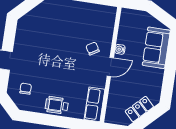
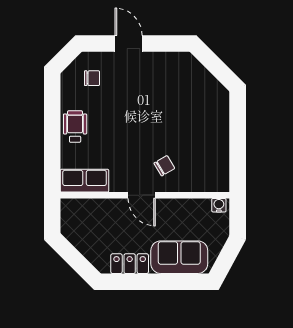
water cooler: (120, 49) -> (219, 205), moved
locker: (139, 109) -> (130, 264), moved, turned -45

